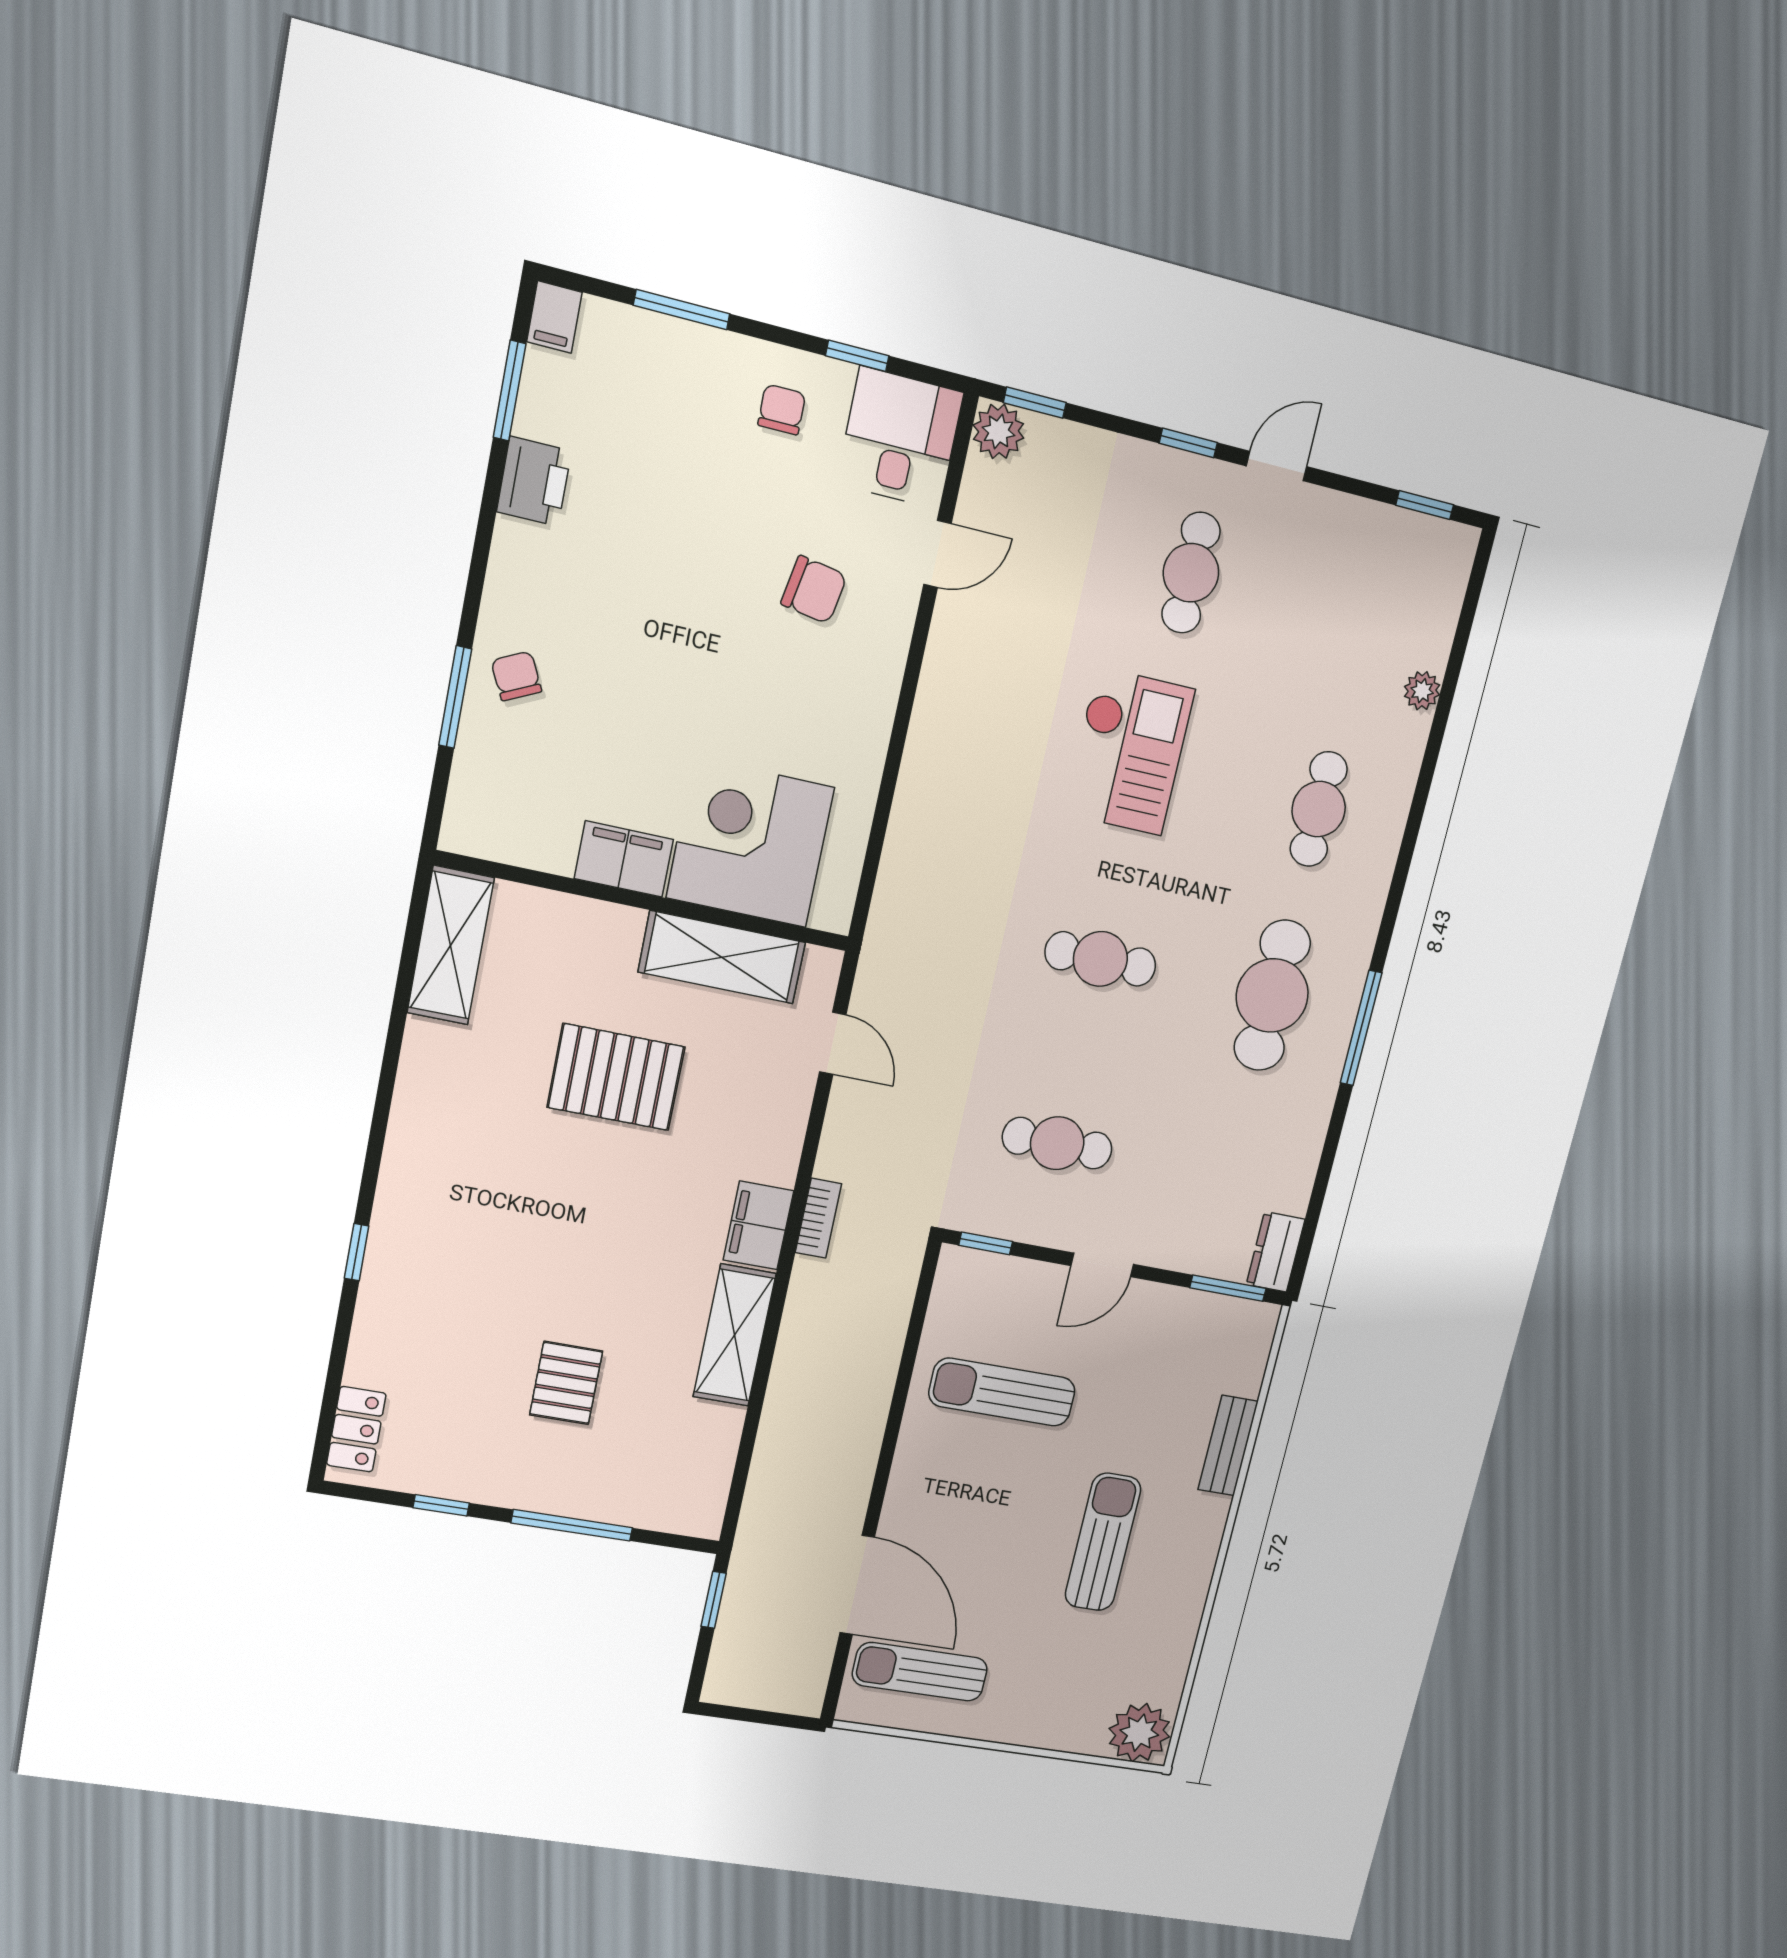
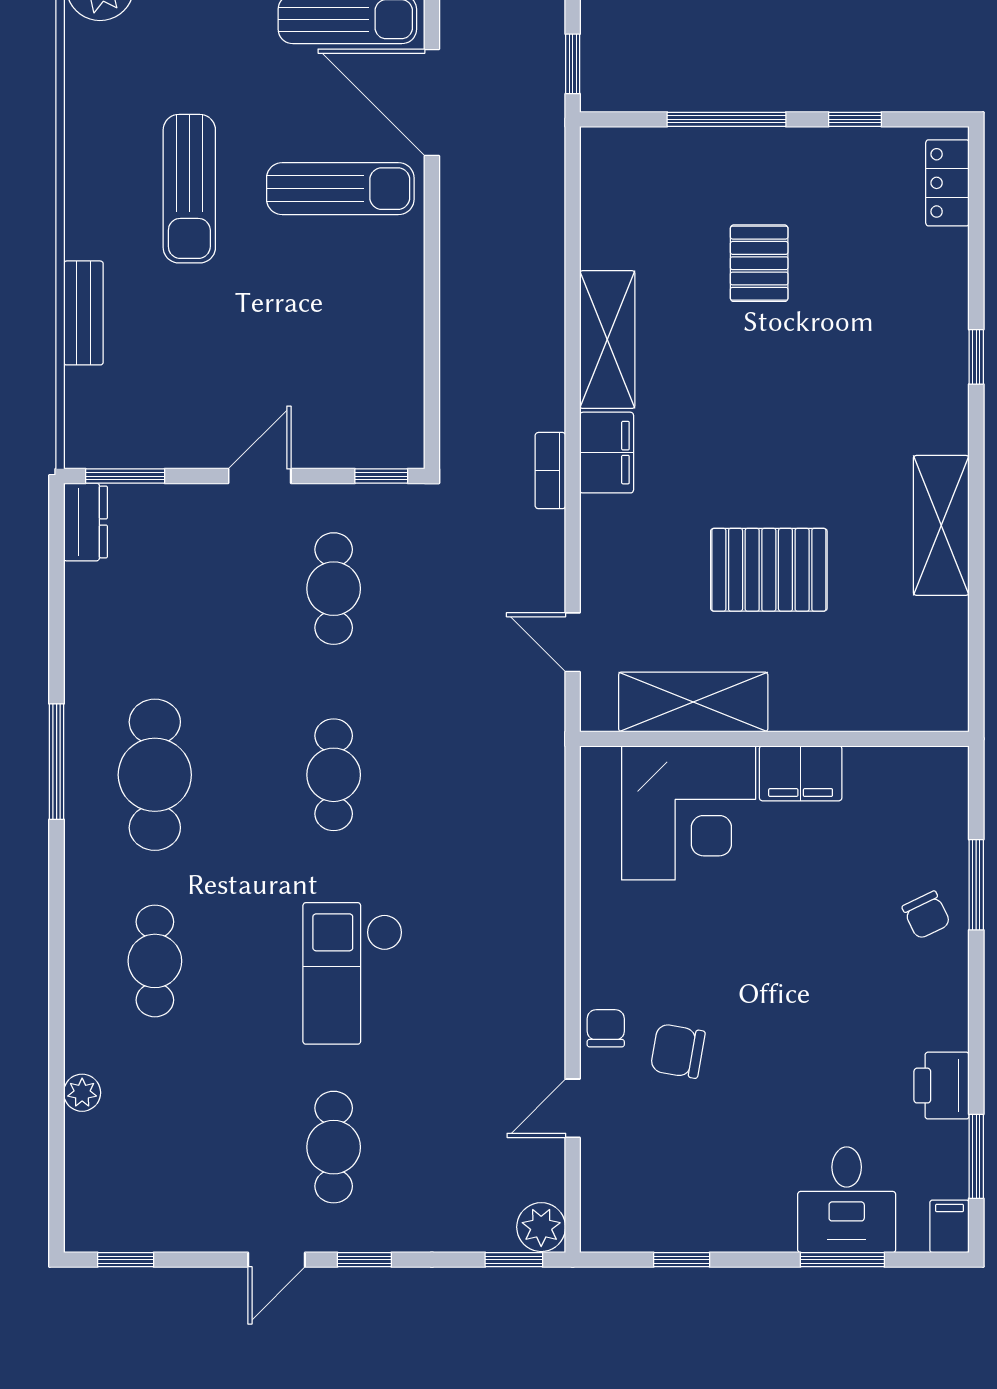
chair: (782, 410) -> (606, 1028), moved, turned 180
desk: (900, 438) -> (847, 1200), moved
shelving: (451, 945) -> (941, 525), moved
cafe table: (1100, 959) -> (334, 775), turned 90
cafe table: (1057, 1143) -> (334, 589), turned 90
sun lounger: (1002, 1392) -> (340, 189), moved

